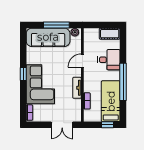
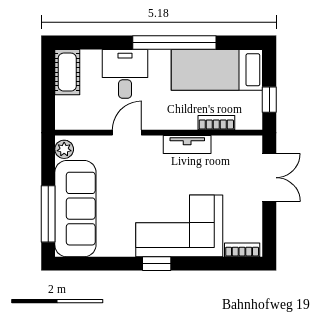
window: (56, 25) -> (48, 214), moved
door: (82, 61) -> (127, 133), swing flipped
window: (108, 125) -> (269, 100), moved

